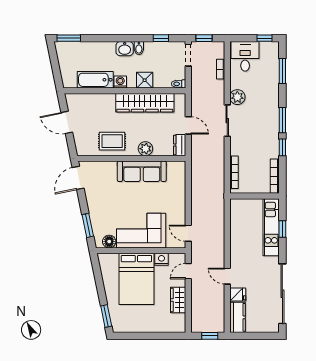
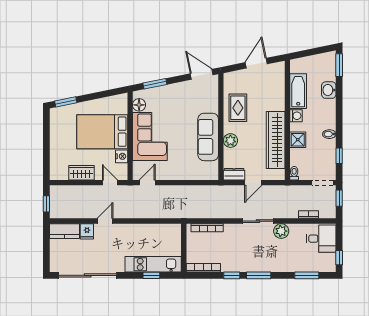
washbasin: (125, 49) -> (329, 90), moved

